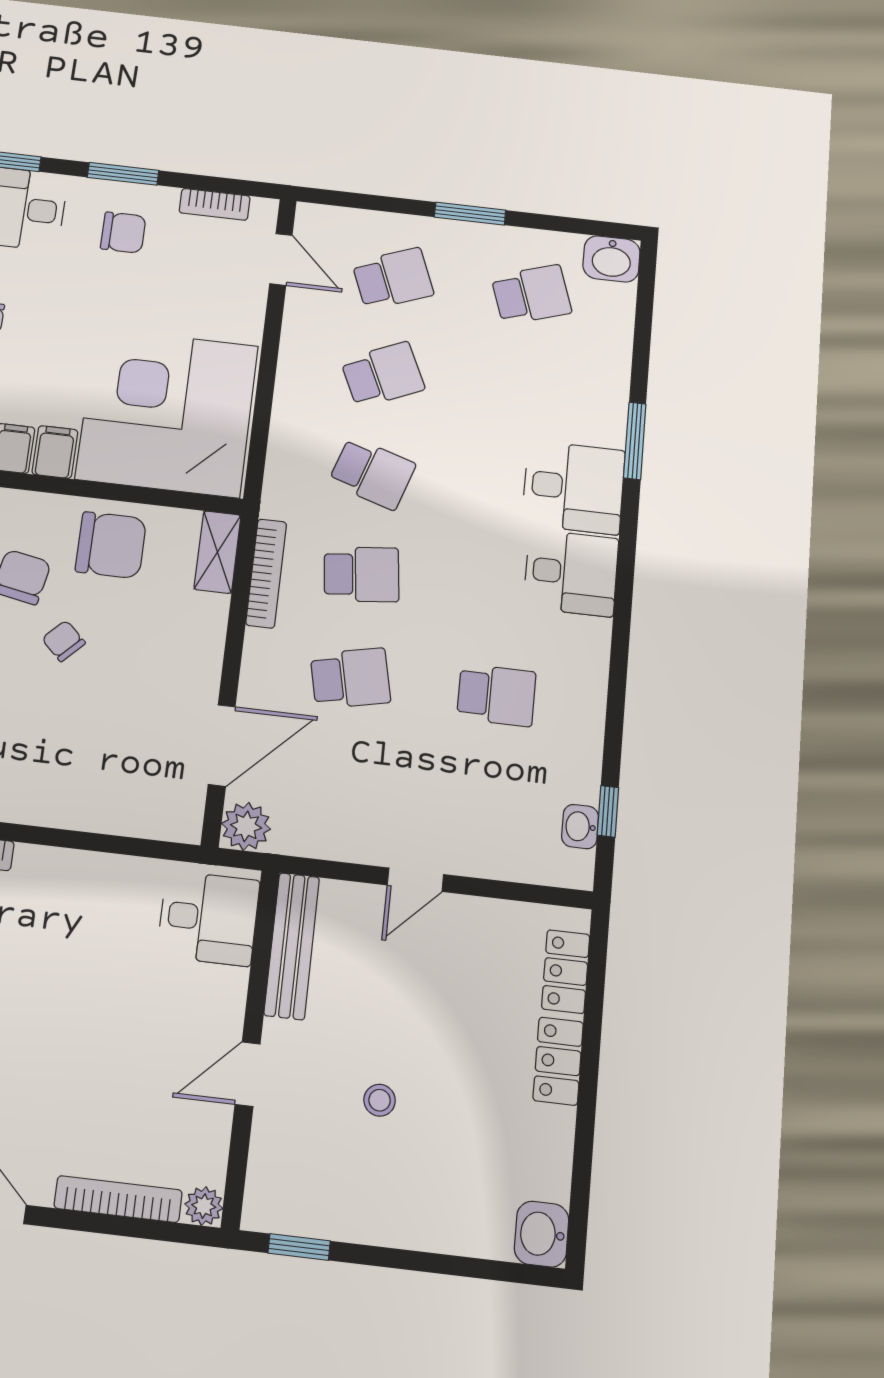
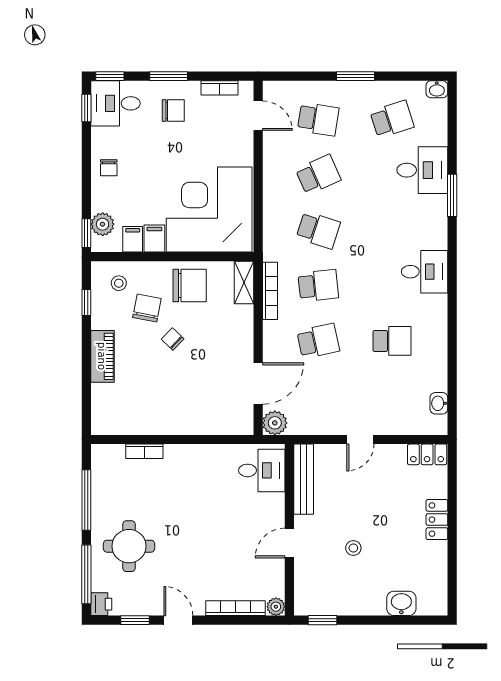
washbasin: (611, 259) -> (437, 89), width x0.72, depth x0.69
school desk: (393, 279) -> (318, 119), turned 30
desk: (574, 487) -> (422, 170), moved
window: (608, 811) -> (452, 394), removed
locker: (566, 972) -> (427, 454), moved, turned -90
washbasin: (542, 1234) -> (401, 603), moved, turned 90

